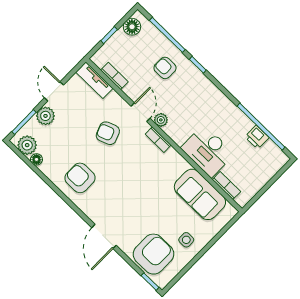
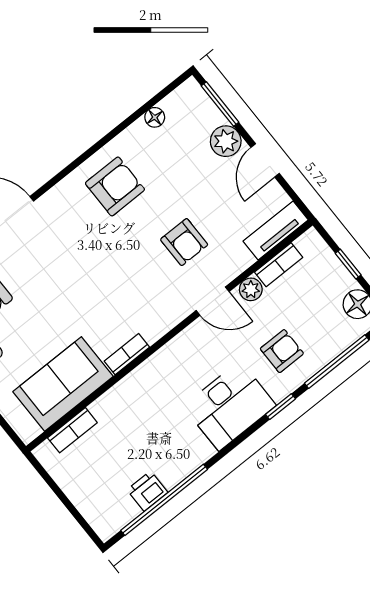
door: (54, 91) -> (265, 160), swing flipped
plant: (161, 120) -> (251, 289), moved
armchair: (108, 133) -> (184, 242), turned 111
bookcase: (158, 140) -> (127, 354), moved
plant: (27, 145) -> (181, 105), removed
desk: (208, 151) -> (230, 406), moved, turned 180

